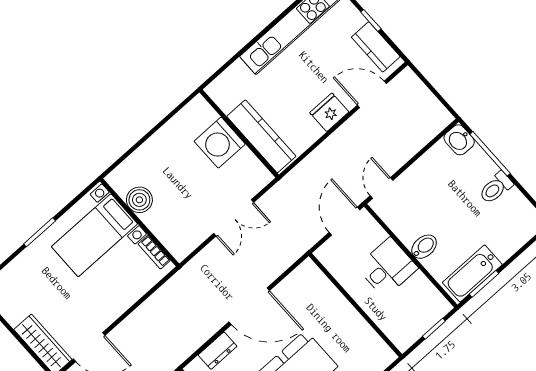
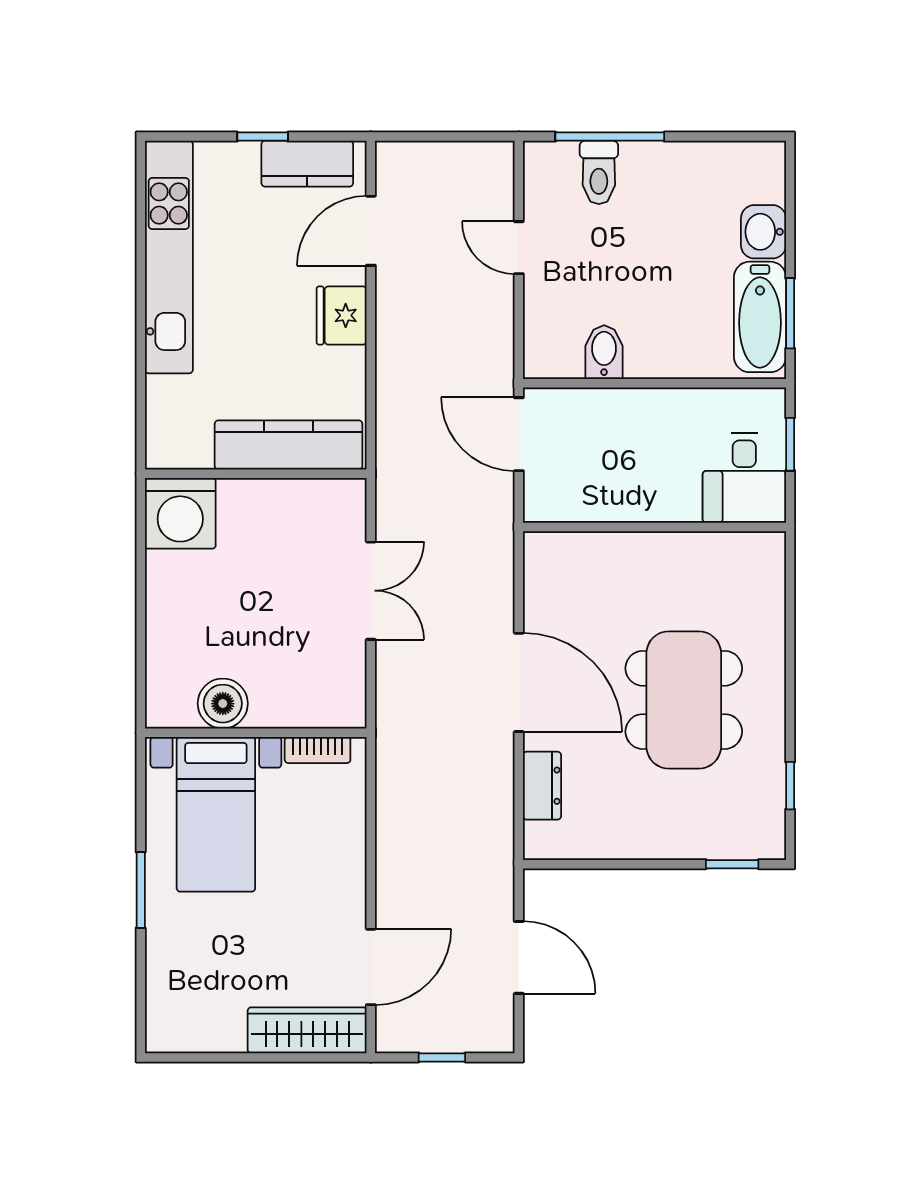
washbasin: (459, 140) -> (763, 232), moved, turned 90
washing machine: (220, 143) -> (180, 513), moved
door: (381, 188) -> (519, 248), moved
toilet: (496, 188) -> (599, 172), moved
bidet: (424, 247) -> (604, 352), moved
desk: (387, 267) -> (744, 478), moved, turned 180
door: (249, 306) -> (519, 682), hinge flipped

